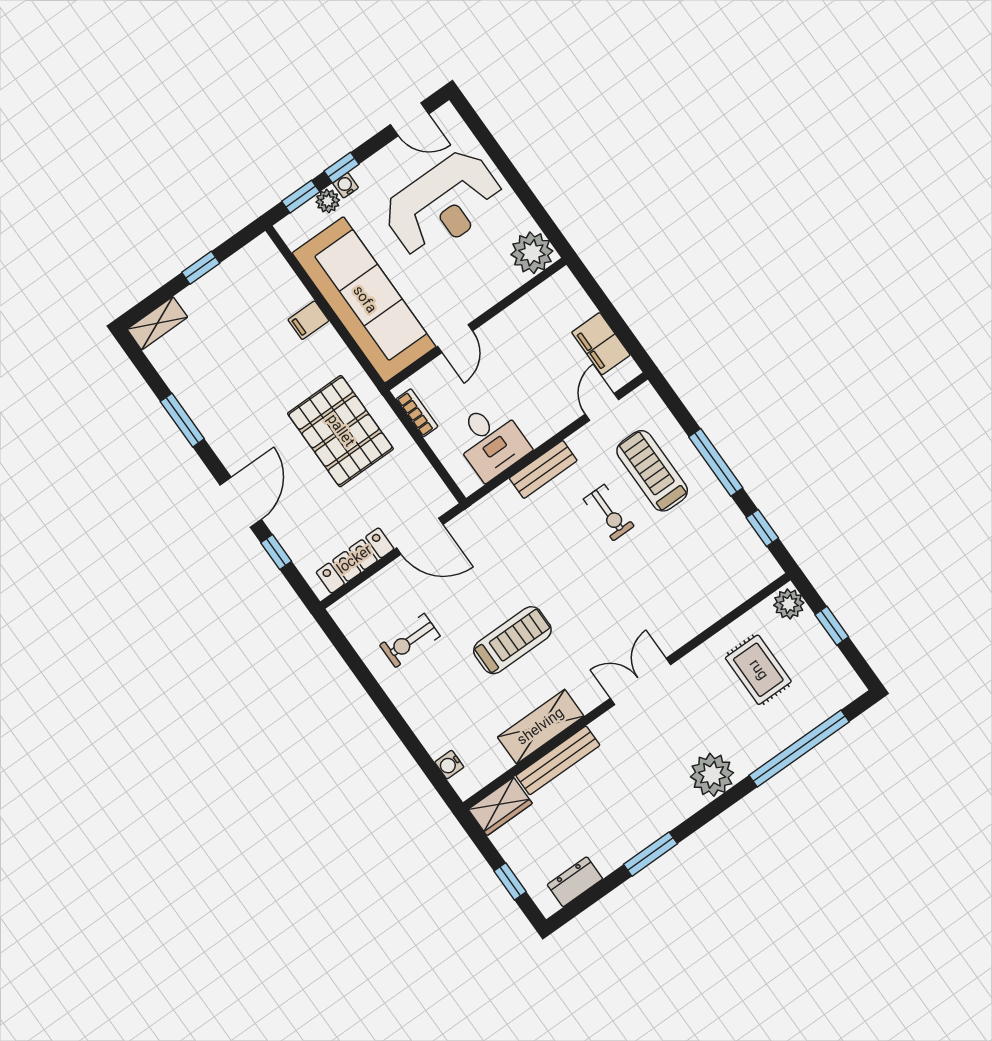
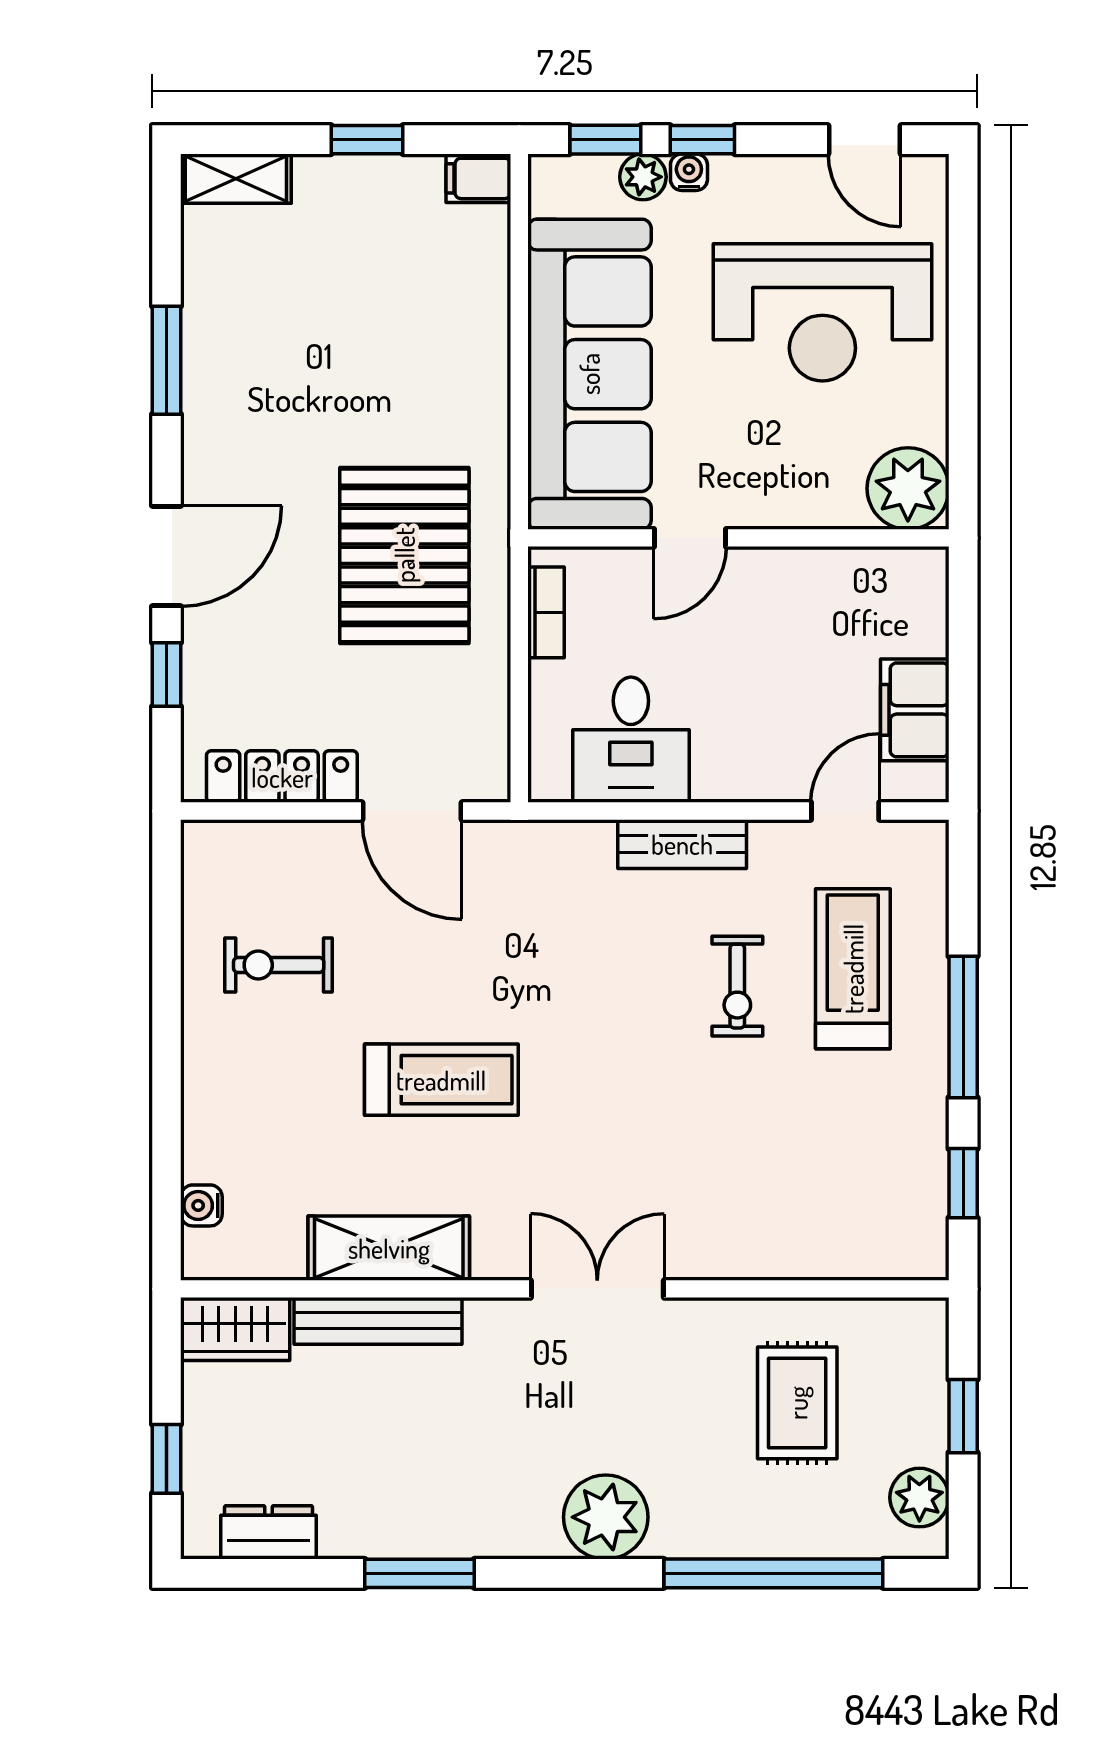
filing cabinet: (308, 320) -> (478, 178), moved
plant: (789, 604) -> (919, 1498), moved

